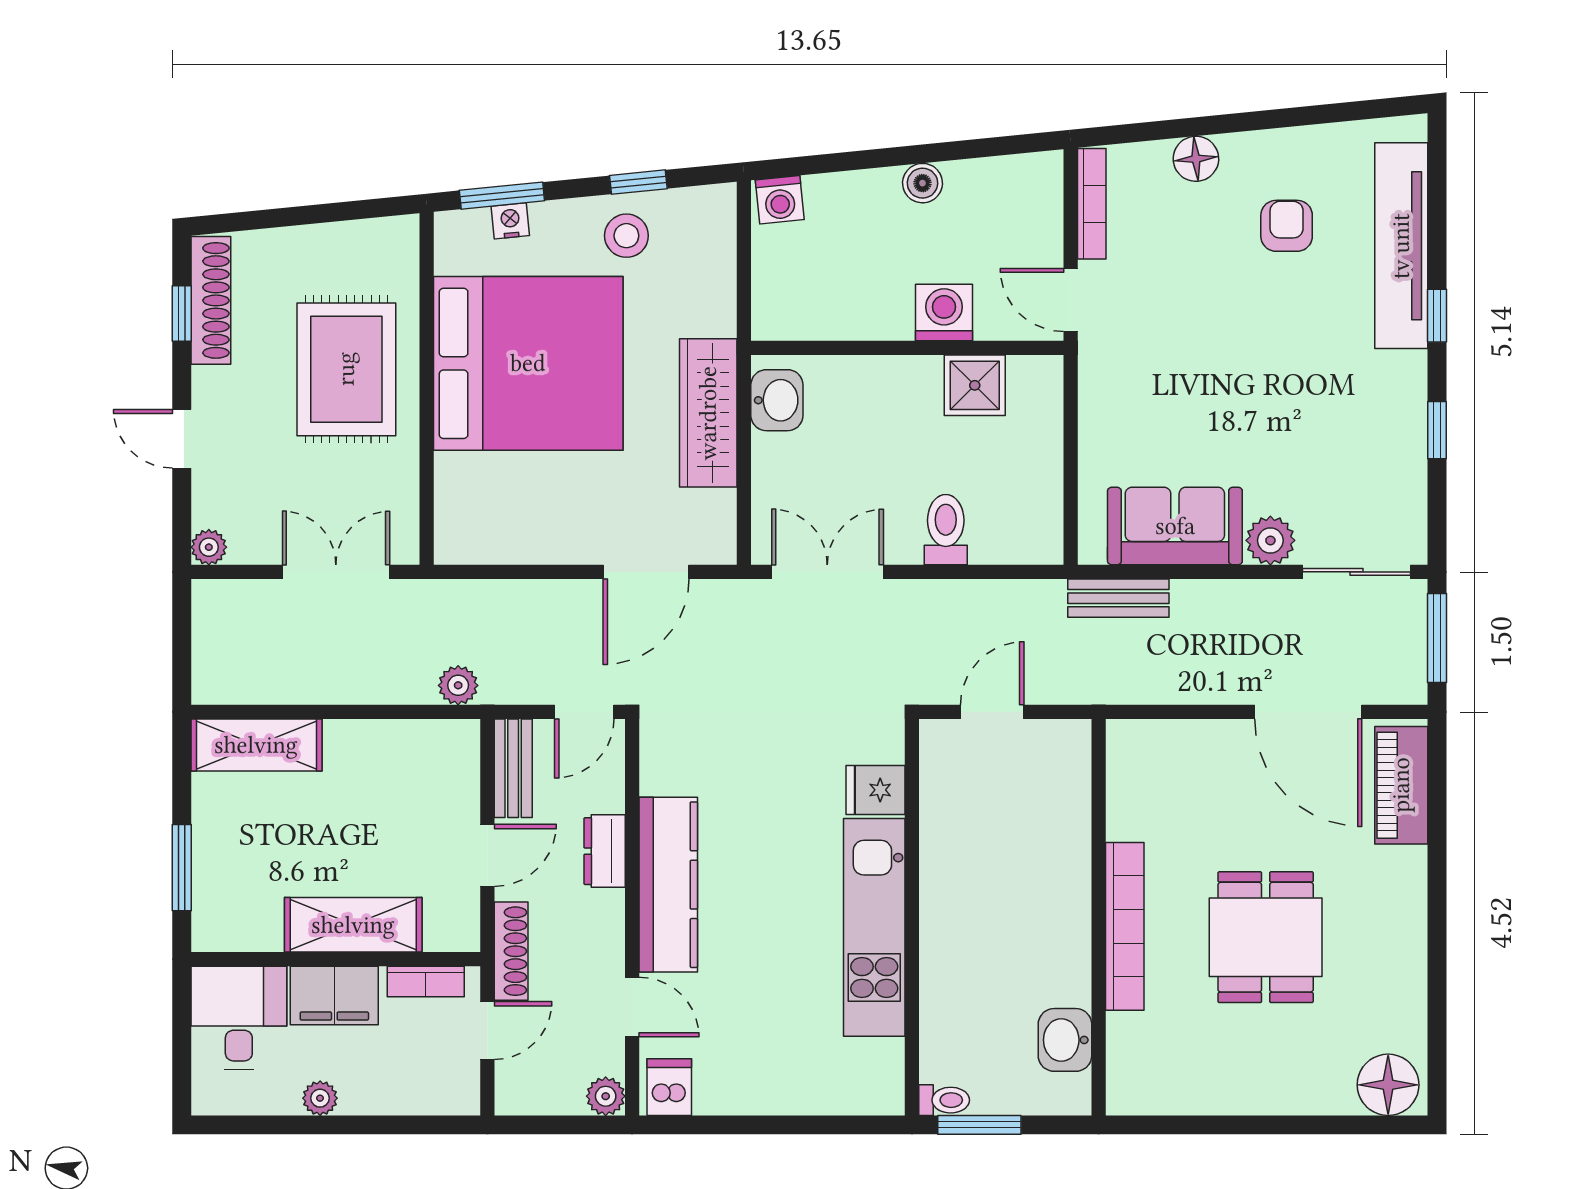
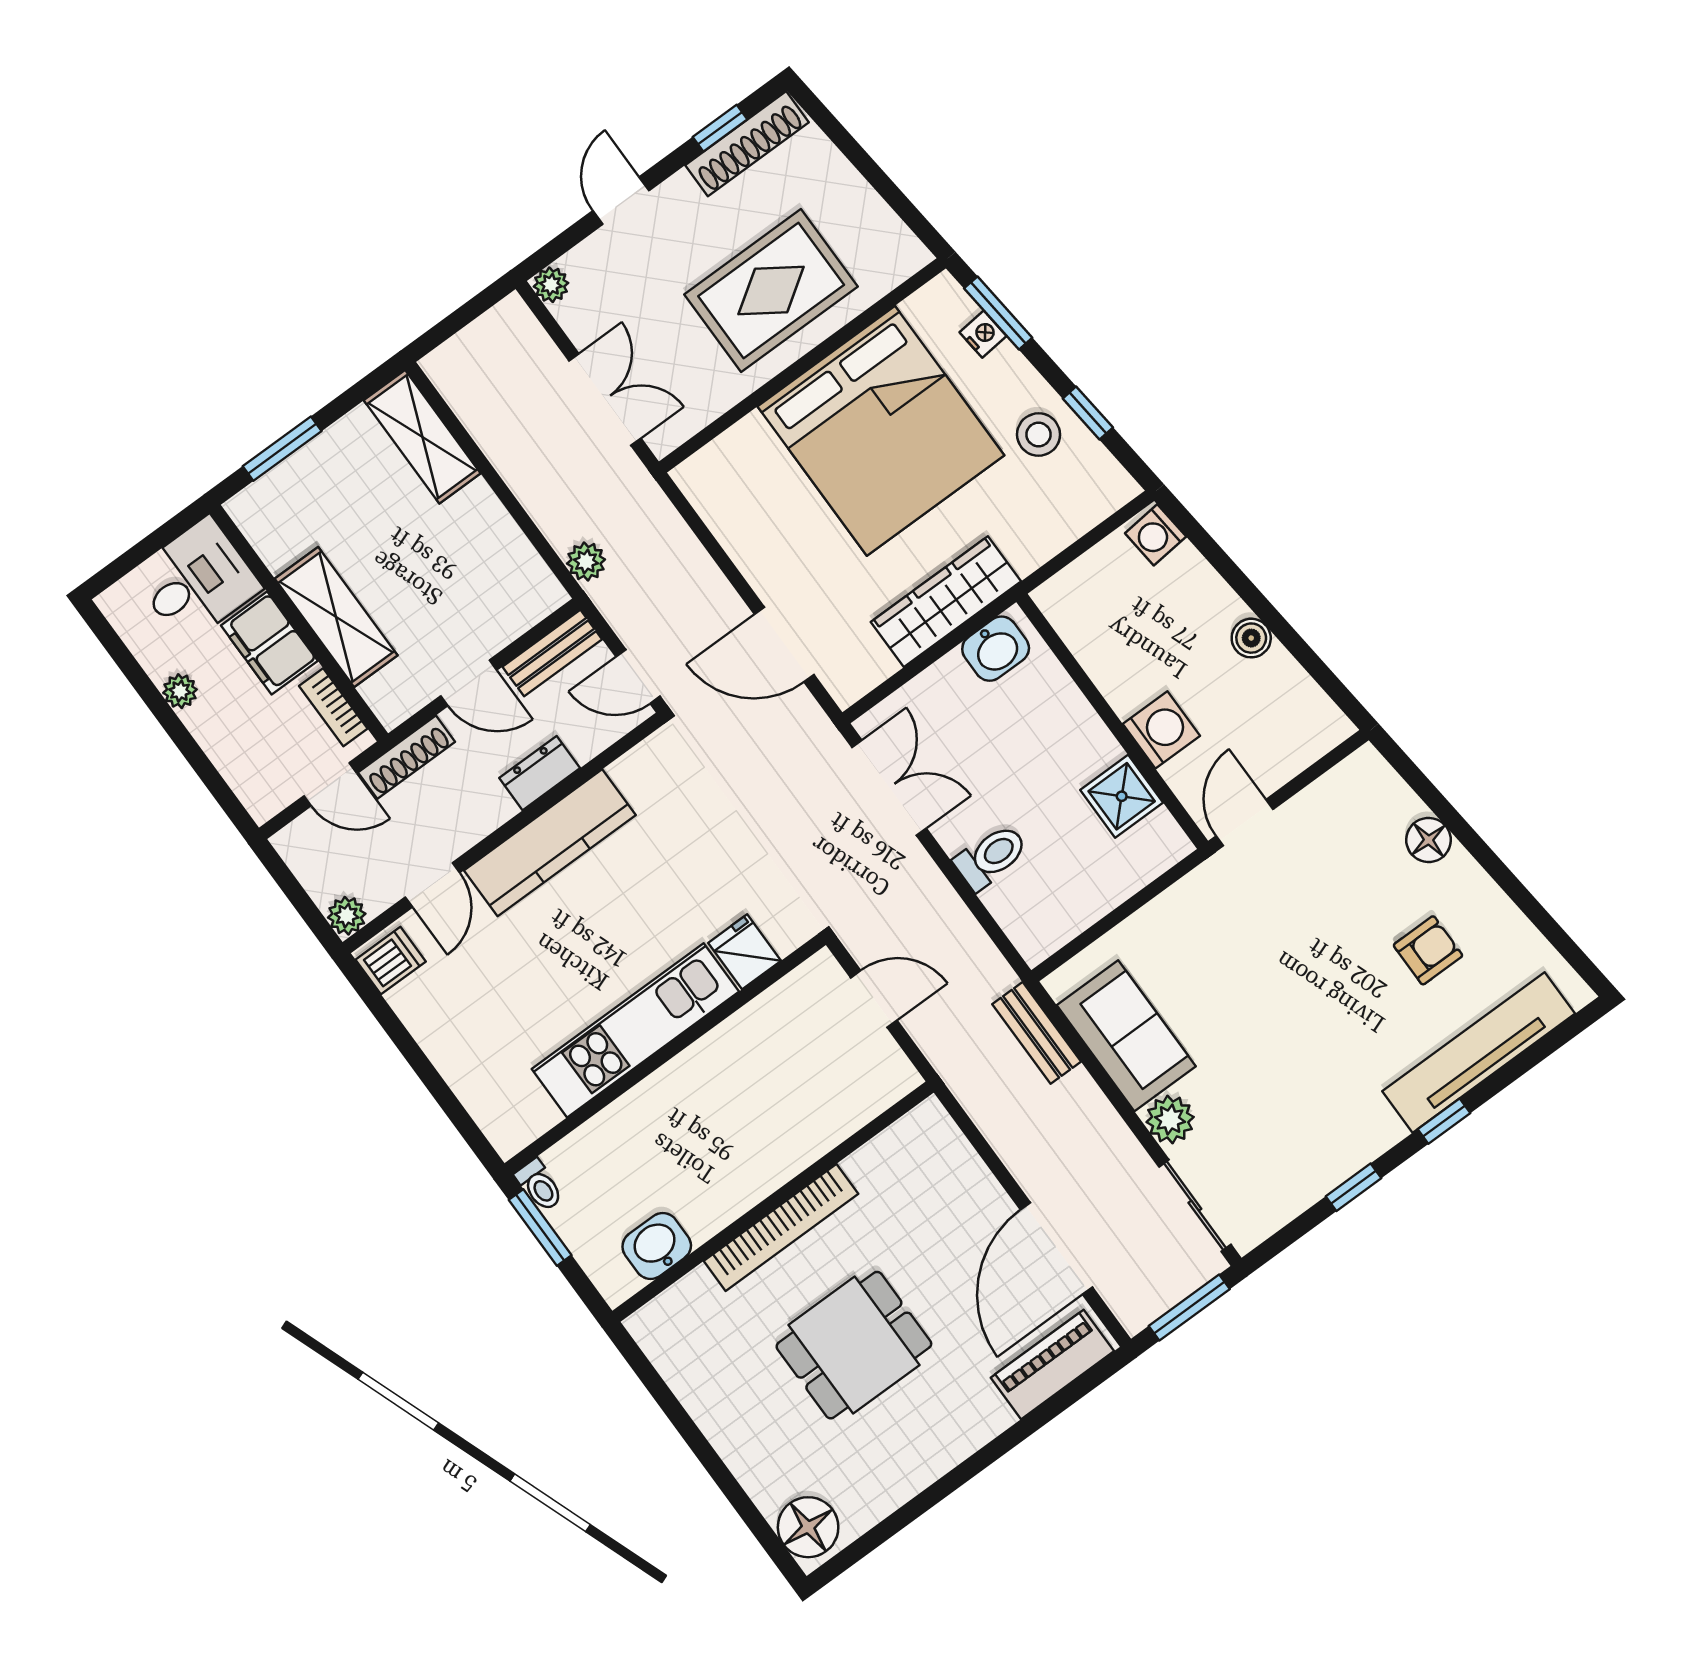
bookcase: (1092, 204) -> (1333, 784), removed

